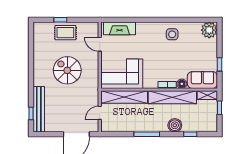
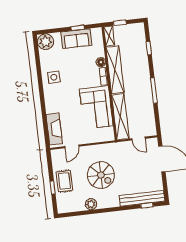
plant: (39, 57) -> (91, 204), added
spiral stairs: (67, 70) -> (101, 175), turned -90
corner sofa: (122, 74) -> (96, 107), moved
sofa: (202, 80) -> (76, 39), moved, turned -90
boiler: (175, 125) -> (142, 64), removed

